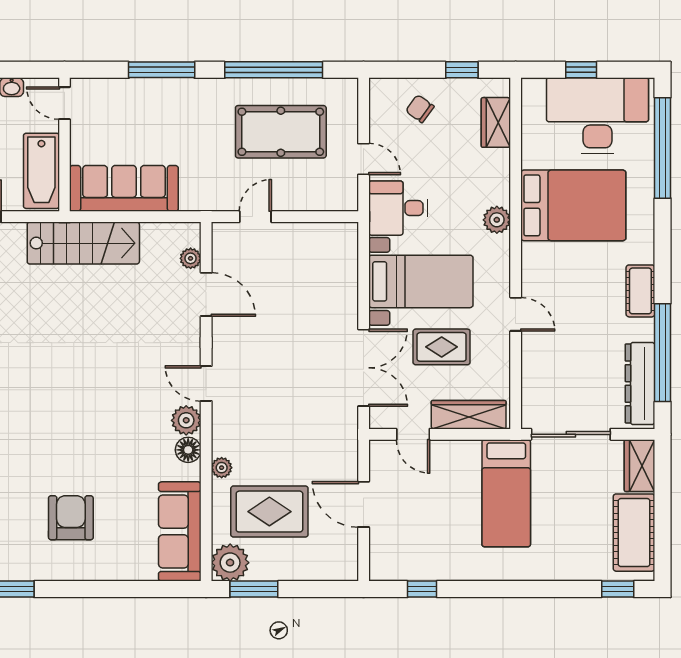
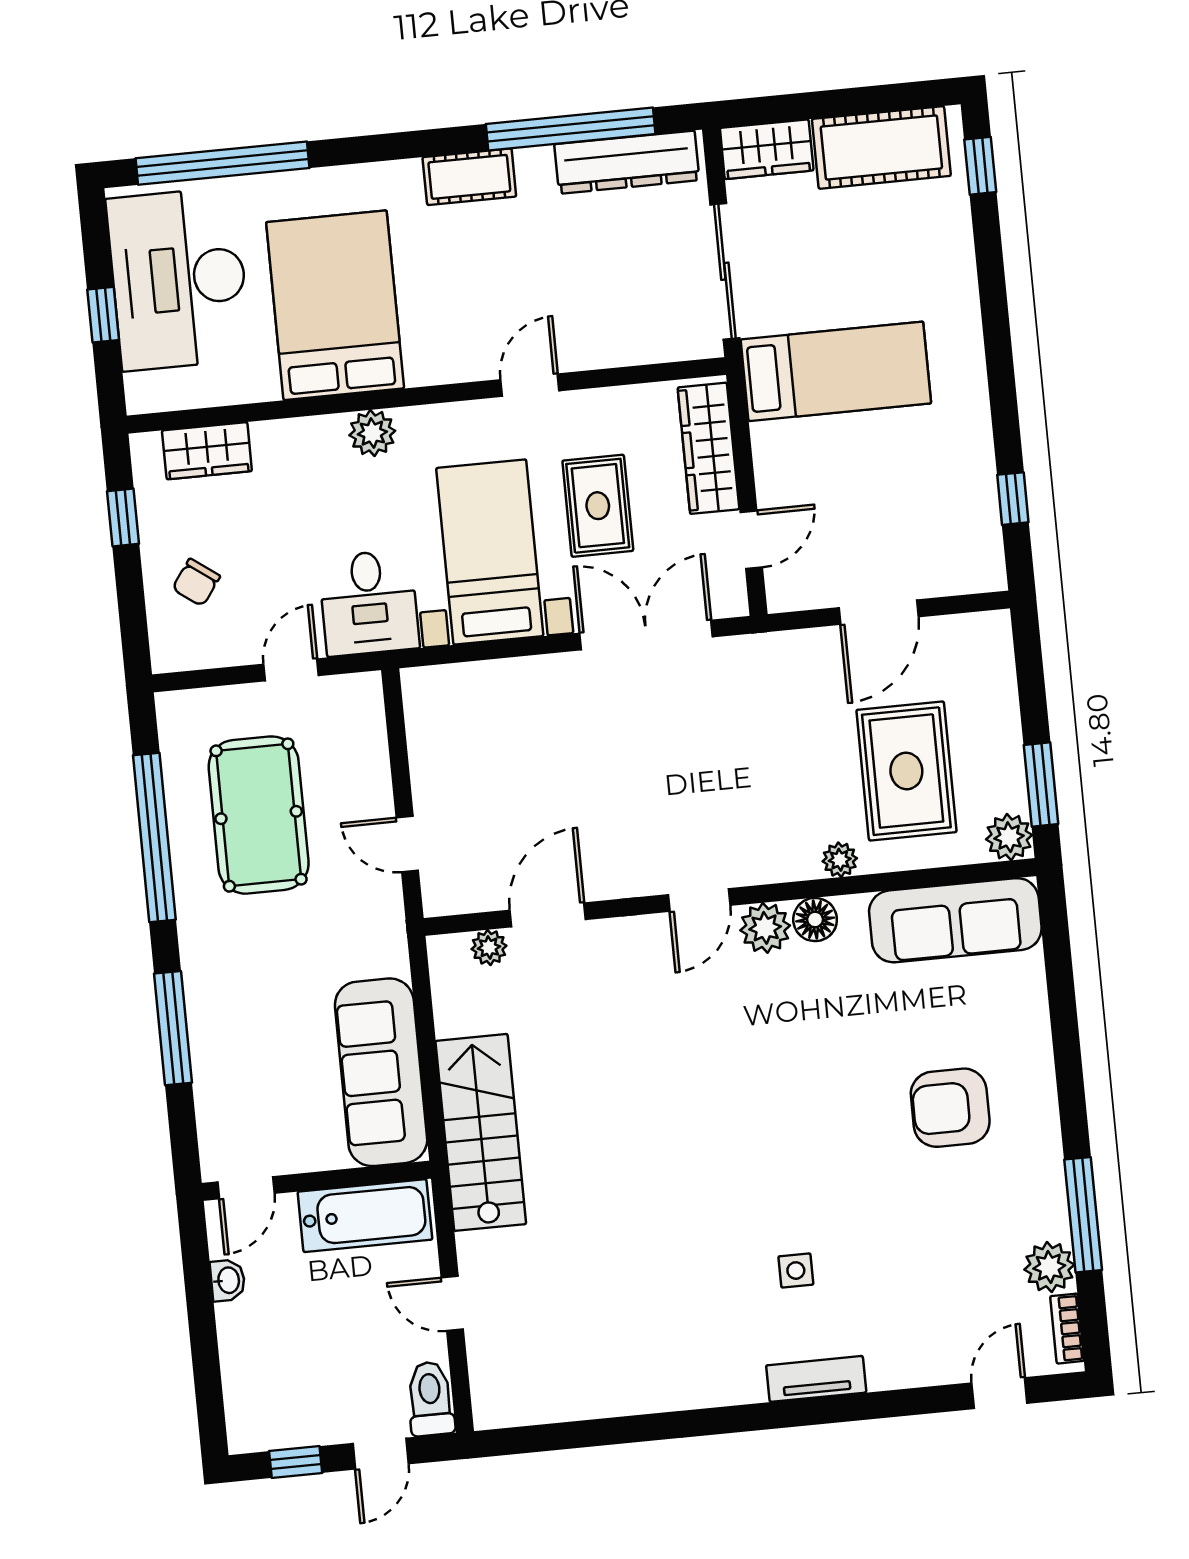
plant: (230, 563) -> (1009, 837), width x0.73, depth x0.73

